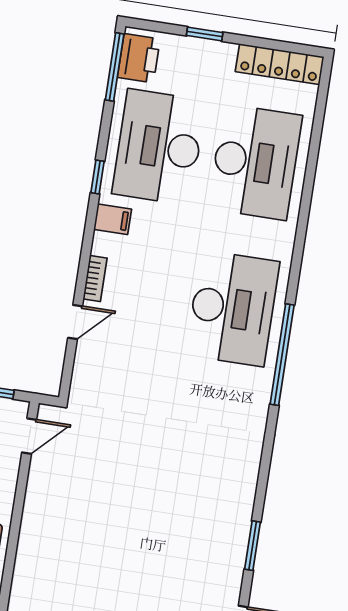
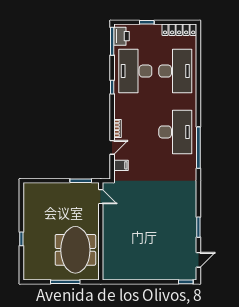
filing cabinet: (113, 219) -> (121, 165), moved
door: (29, 436) -> (101, 197), hinge flipped

